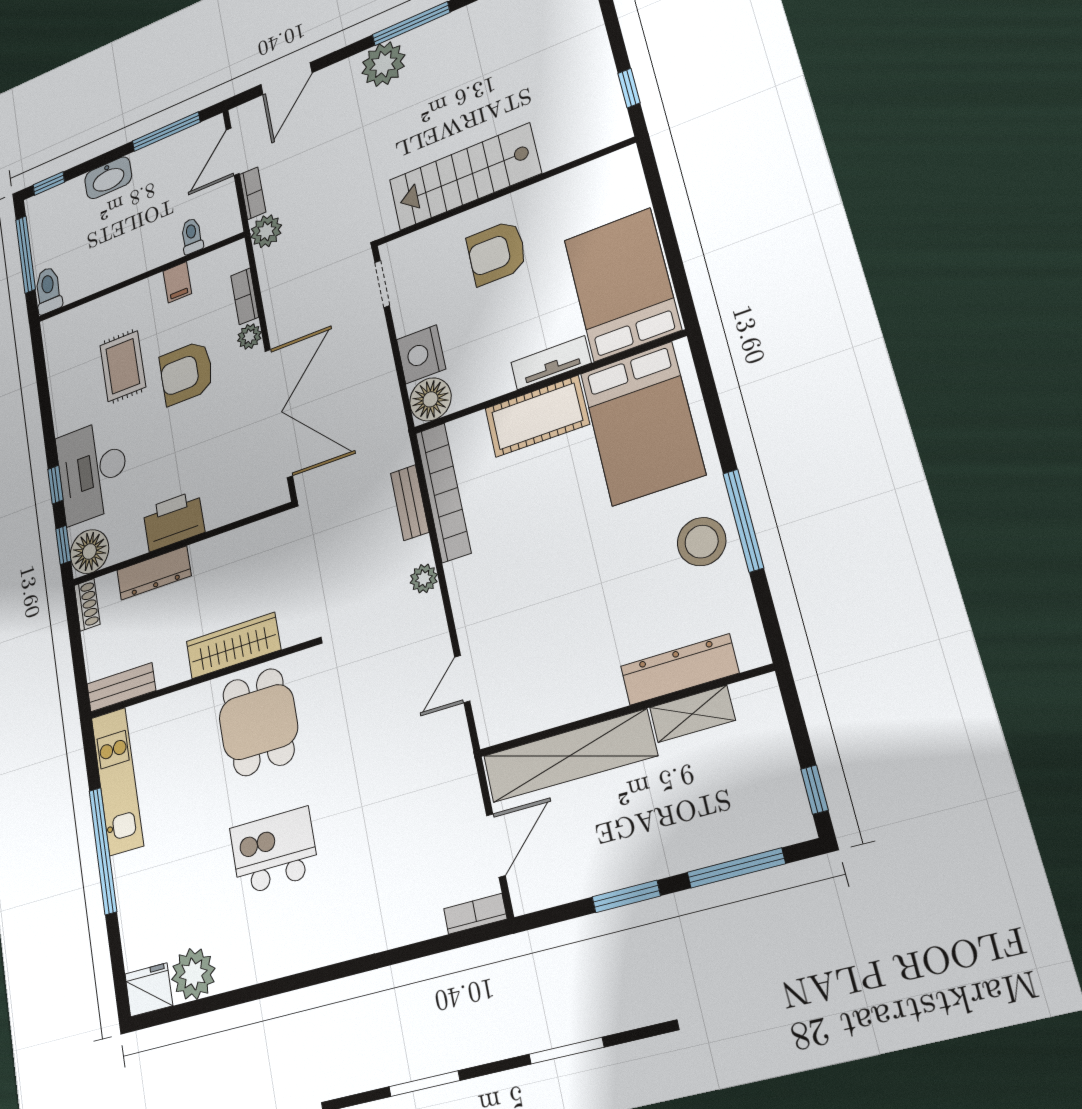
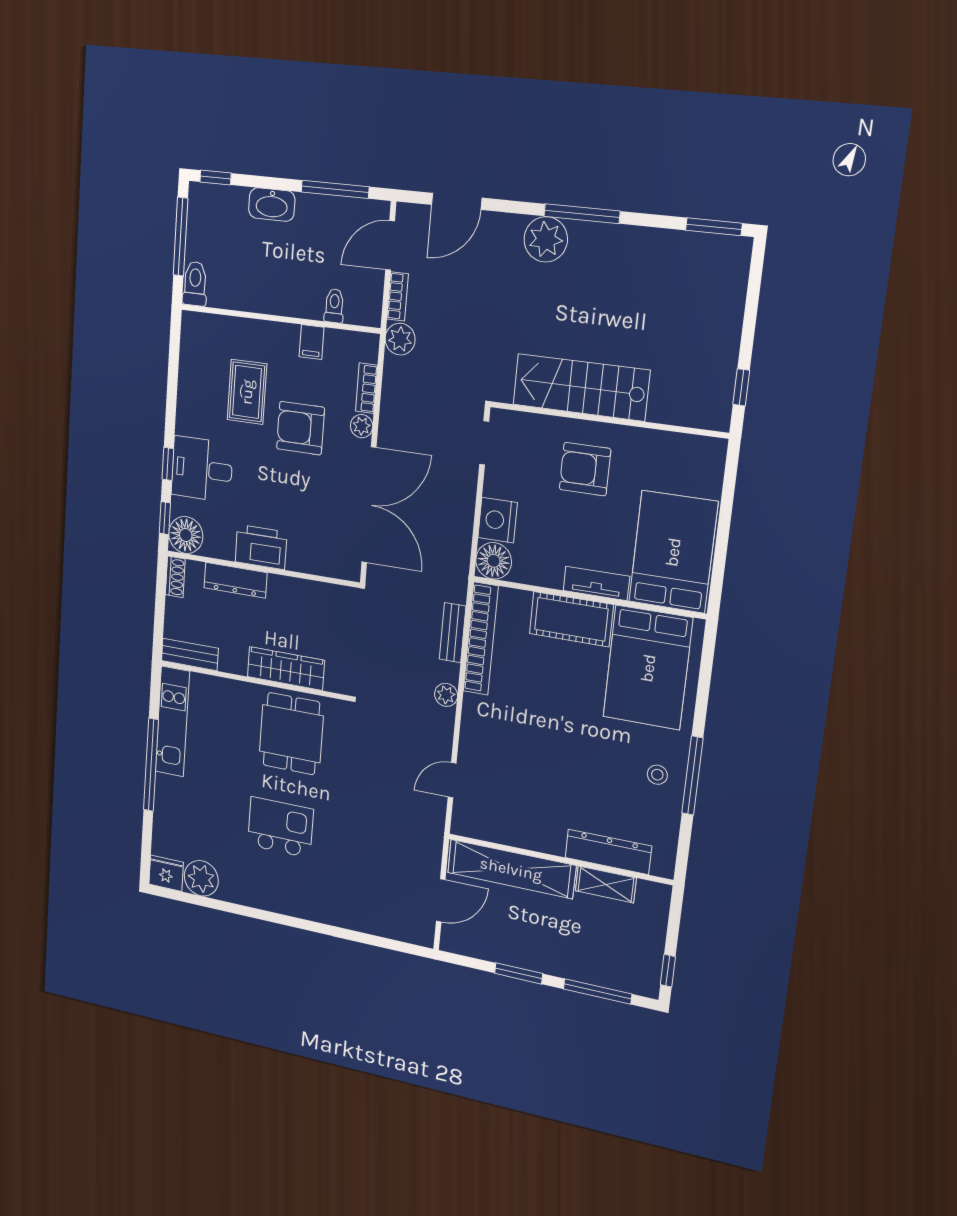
desk: (93, 471) -> (202, 469), width x0.73
stool: (702, 542) -> (657, 775), width x0.53, depth x0.53
bookcase: (475, 914) -> (413, 935), removed

